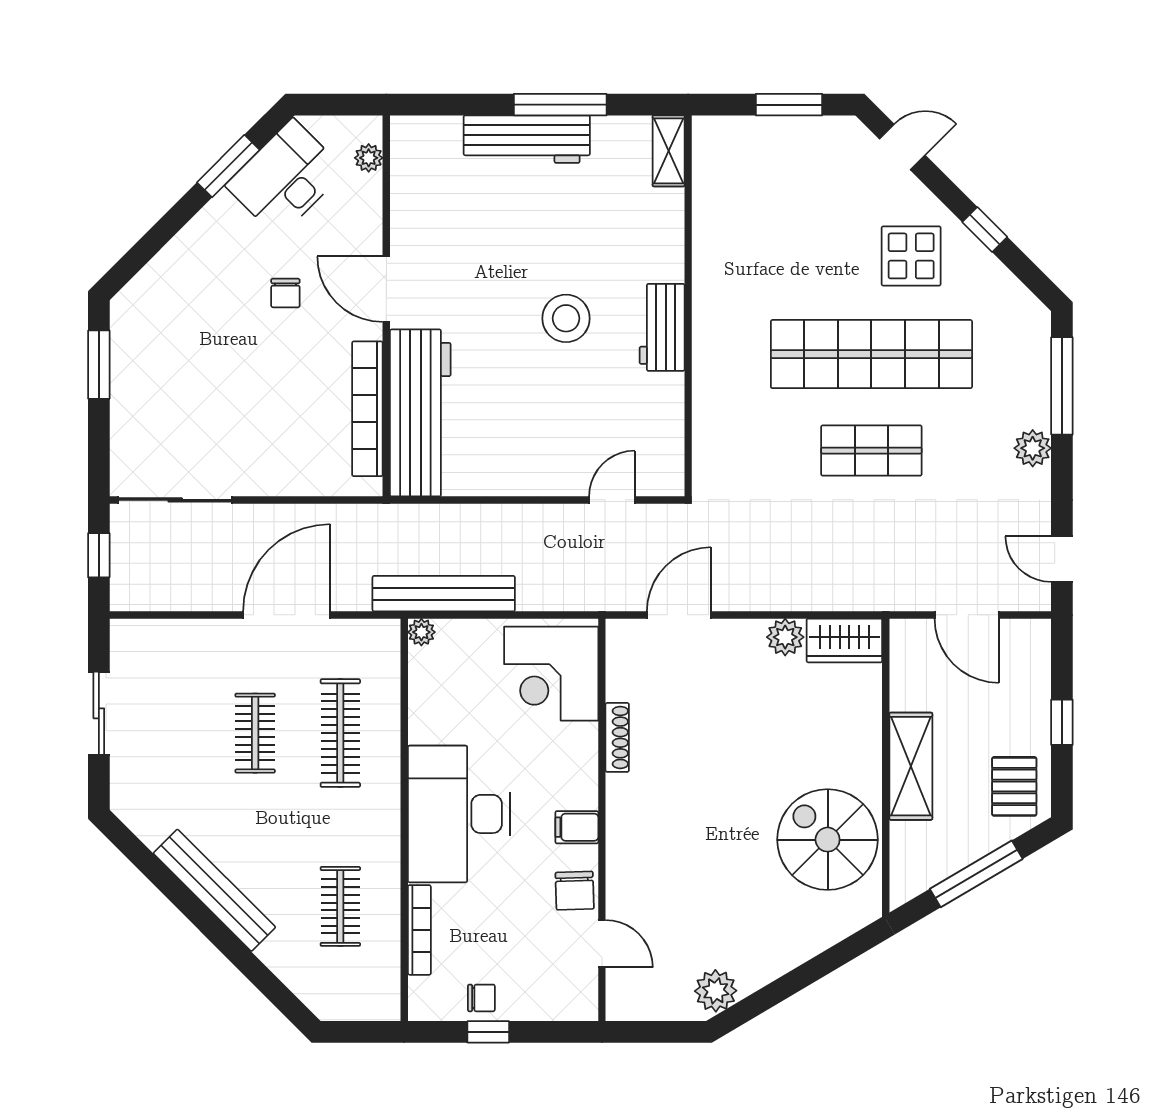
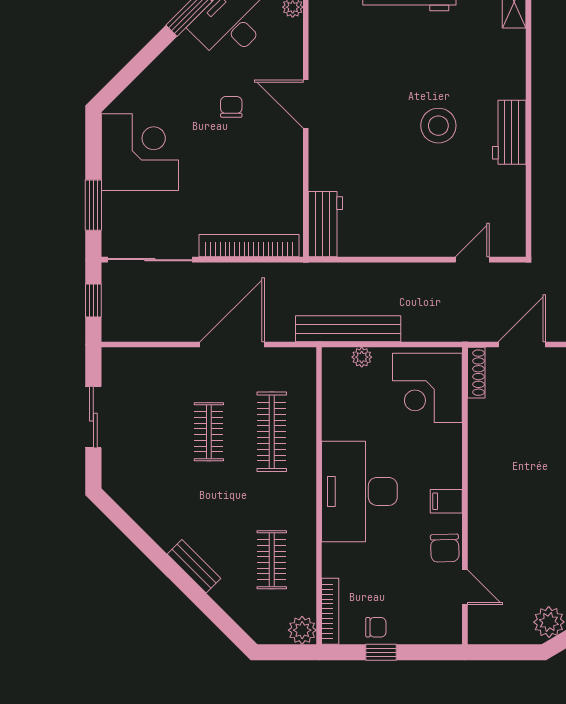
chair: (285, 293) -> (231, 107), turned 180
corner desk: (162, 354) -> (140, 152), added
window: (99, 365) -> (93, 205), moved
bookcase: (367, 409) -> (249, 246), moved, turned 90
workbench: (420, 413) -> (325, 224), width x0.53, depth x0.76
plant: (421, 632) -> (362, 357), moved
shoe rack: (617, 737) -> (476, 373), moved
bench: (214, 890) -> (194, 566), width x0.54, depth x0.82
bookcase: (419, 930) -> (330, 611), moved
plant: (382, 1002) -> (302, 630), added

